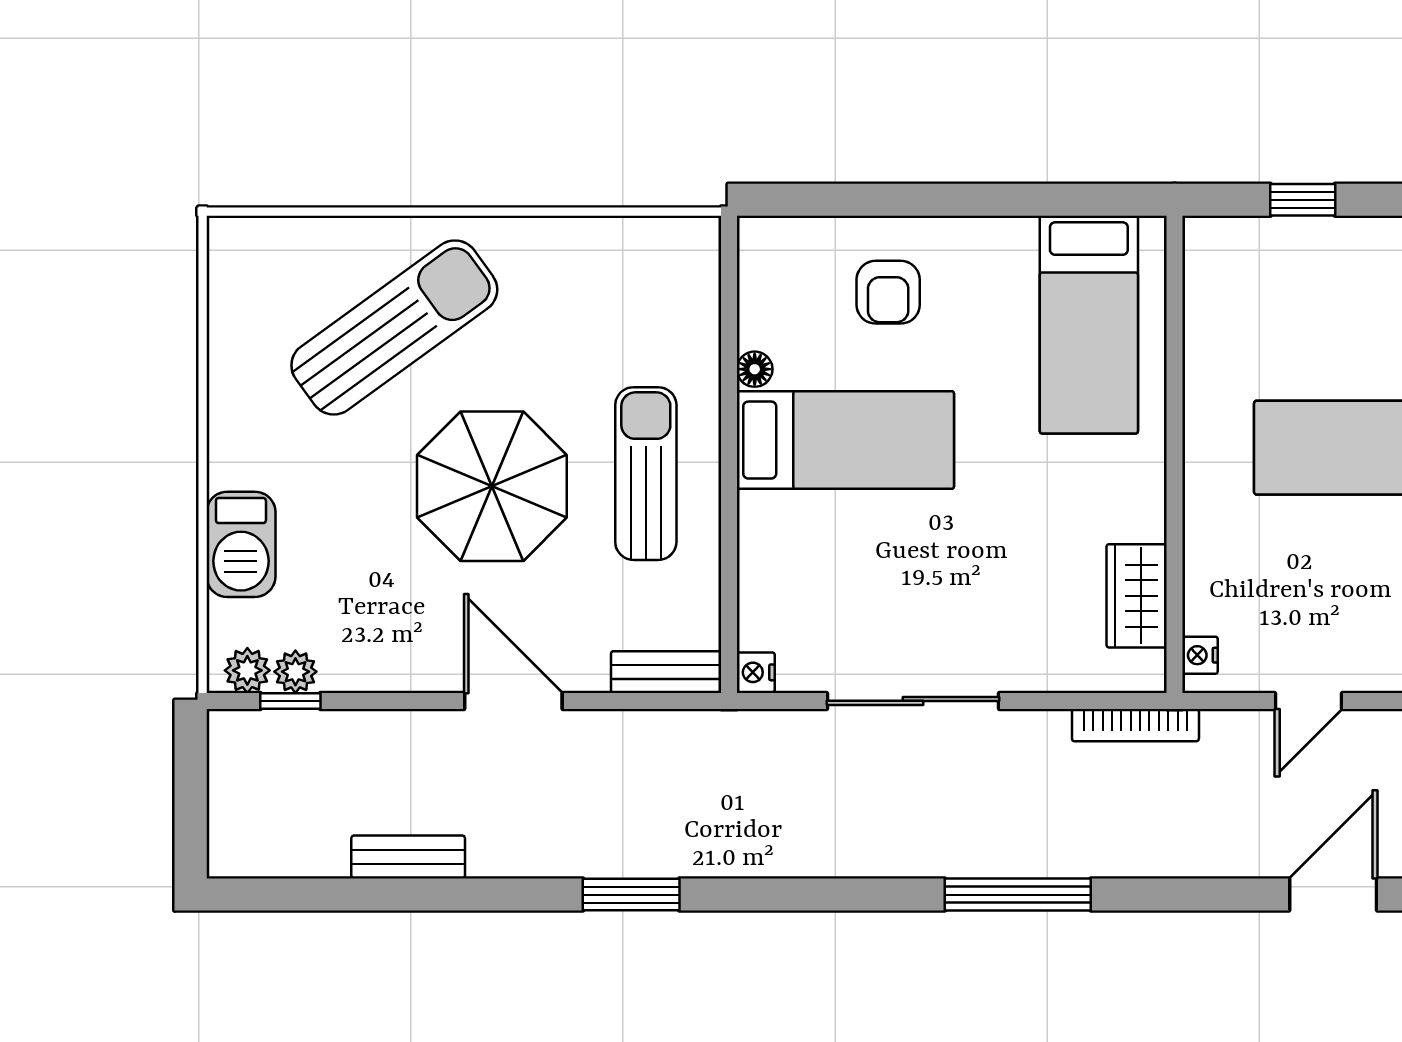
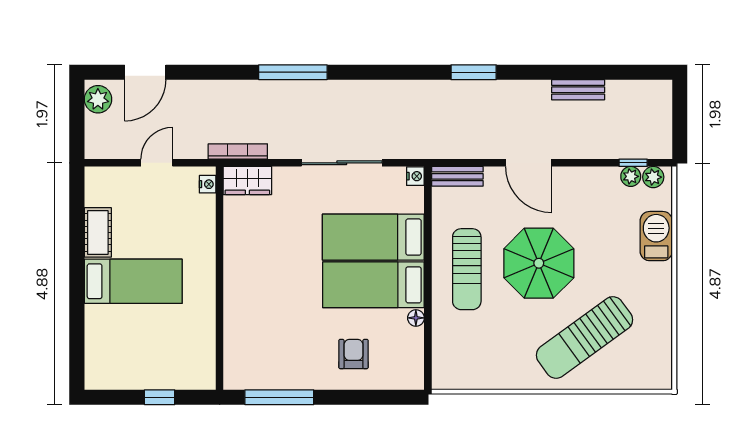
window: (1047, 200) -> (279, 397), added
bed: (1089, 325) -> (373, 237), moved, turned -90
wardrobe: (1137, 596) -> (247, 180), moved, turned 90

